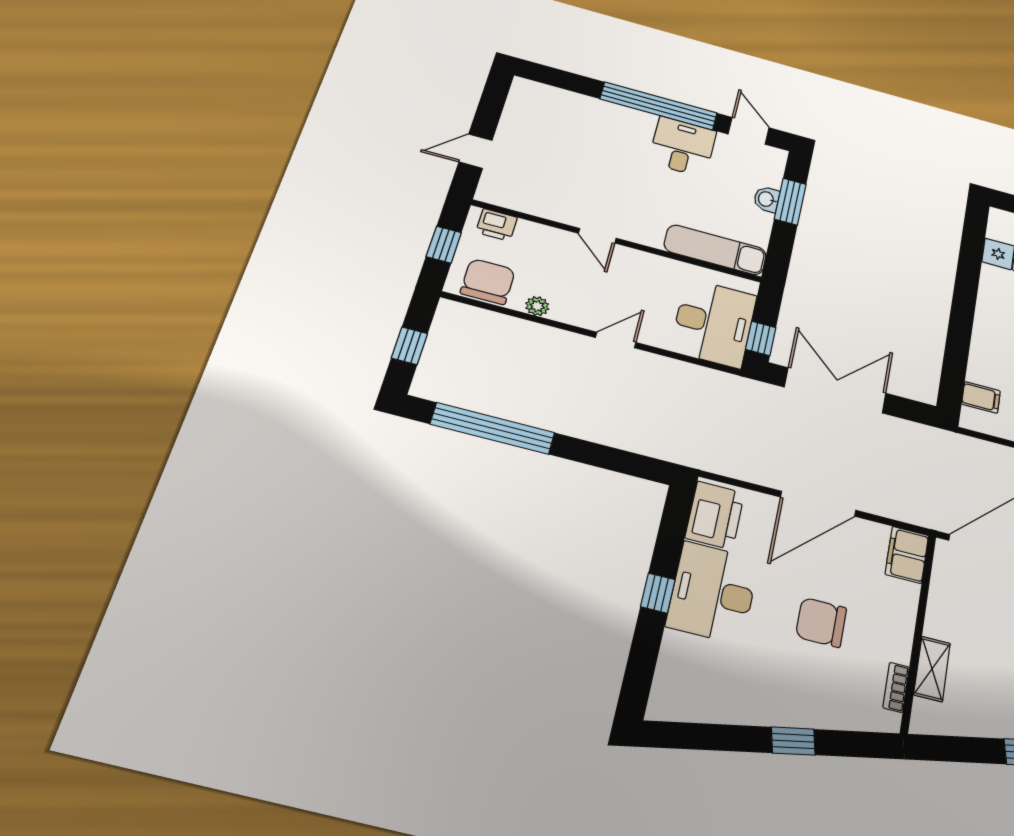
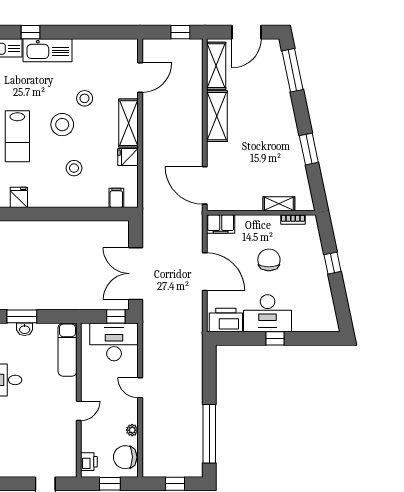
chair: (821, 622) -> (269, 260), turned 180

